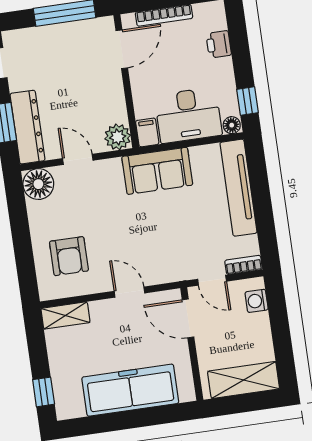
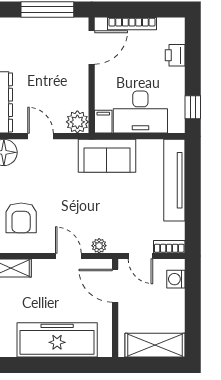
floor lamp: (232, 125) -> (176, 126), removed
plant: (163, 275) -> (99, 246), added

